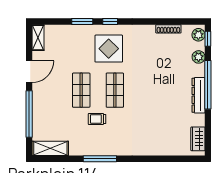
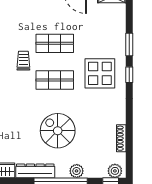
plant: (199, 57) -> (77, 171), moved
spiral stairs: (162, 87) -> (58, 131), added
dresser: (198, 95) -> (35, 171), moved

